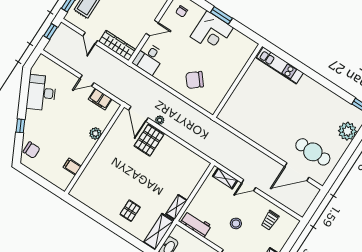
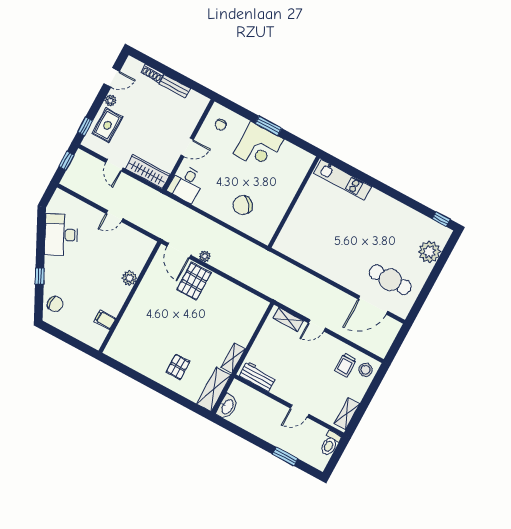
filing cabinet: (100, 99) -> (132, 237), removed
stool: (236, 223) -> (366, 370), moved

